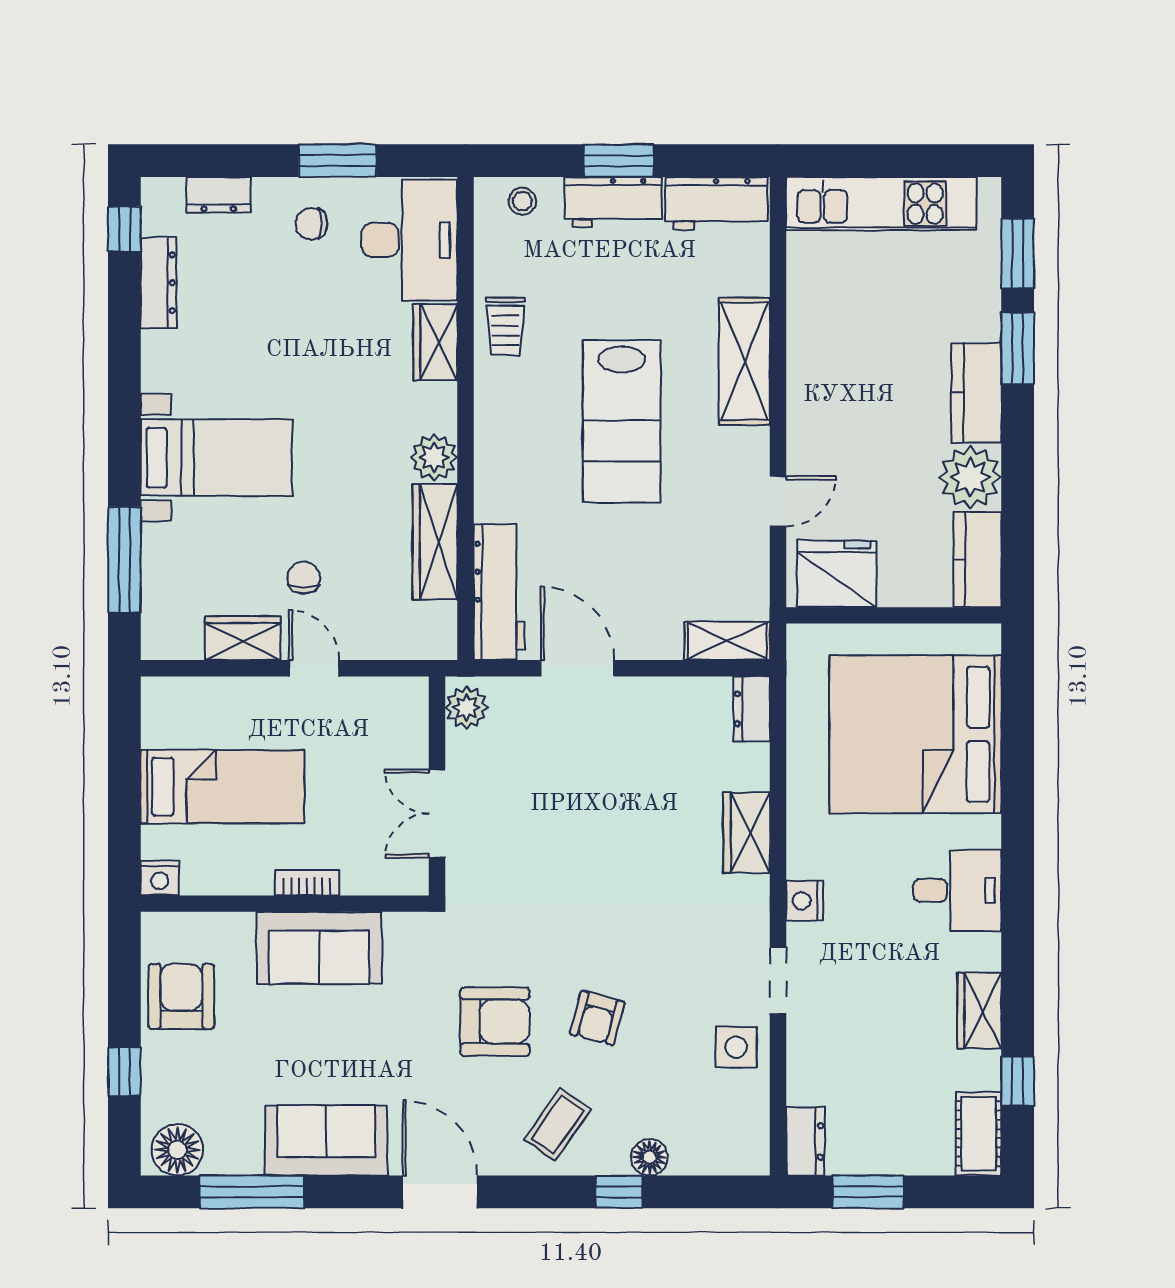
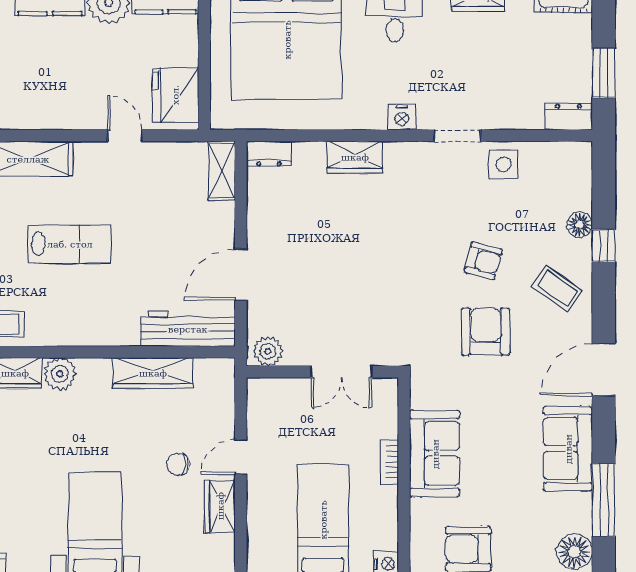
lab bench: (622, 421) -> (70, 244), width x0.73, depth x0.72
plant: (434, 457) -> (60, 374), moved

